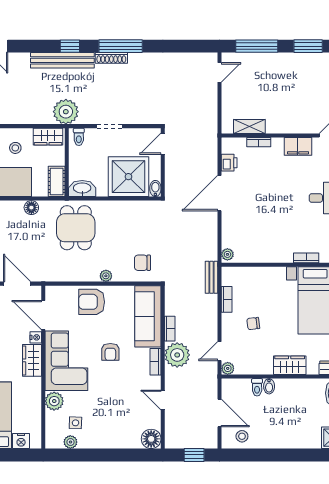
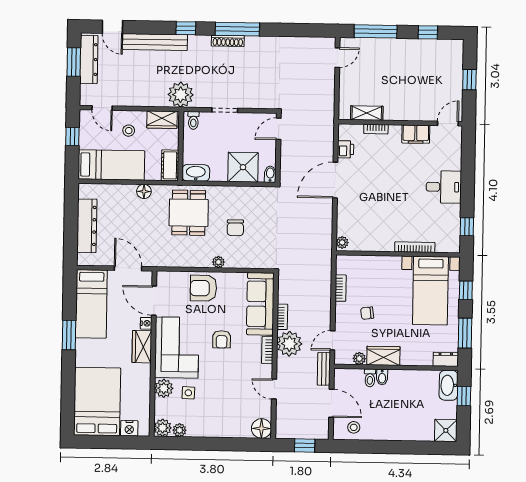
window: (308, 46) -> (428, 32), width x0.67
bench: (62, 60) -> (155, 42), moved
shower: (128, 177) -> (243, 167), width x0.73, depth x0.73
bookcase: (306, 258) -> (415, 247), width x1.56
chair: (142, 263) -> (235, 228), moved, turned -90
bench: (211, 277) -> (324, 369), moved
wardrobe: (290, 365) -> (383, 356), moved
plant: (228, 368) -> (359, 359), moved
side table: (75, 423) -> (188, 393), moved
plant: (54, 440) -> (163, 428), added

